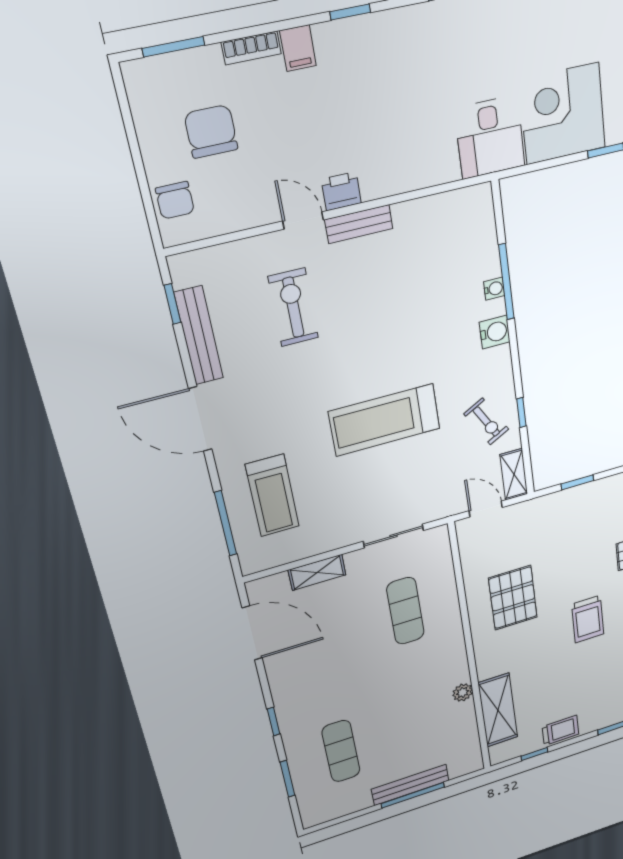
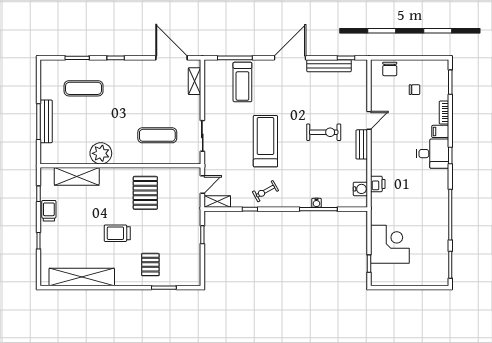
chair: (211, 131) -> (414, 90), width x0.54, depth x0.54
desk: (490, 137) -> (433, 154), moved, turned 180
printer: (341, 191) -> (378, 184), moved
chair: (175, 200) -> (390, 69), turned -90
exercise bike: (293, 307) -> (324, 132), moved
water cooler: (495, 332) -> (360, 189), moved, turned -90
exercise bike: (486, 422) -> (265, 191), moved
treadmill: (272, 496) -> (242, 82), turned -90
shelving: (317, 572) -> (195, 81), moved
pallet: (513, 598) -> (145, 193), turned 90
door: (252, 633) -> (171, 58), swing flipped
plant: (463, 692) -> (101, 153), width x1.88, depth x1.88
trolley: (561, 730) -> (49, 211), turned 180

